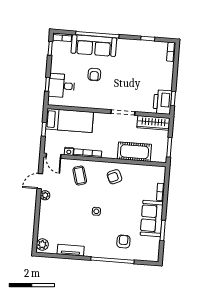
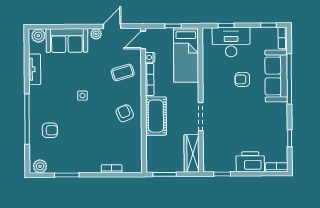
desk: (62, 86) -> (231, 42), width x1.37
printer: (163, 102) -> (250, 162), moved
cot: (134, 152) -> (156, 116), moved
door: (40, 181) -> (112, 26), hinge flipped
sofa: (152, 218) -> (67, 41), moved, turned 180
plant: (153, 253) -> (40, 166), added

